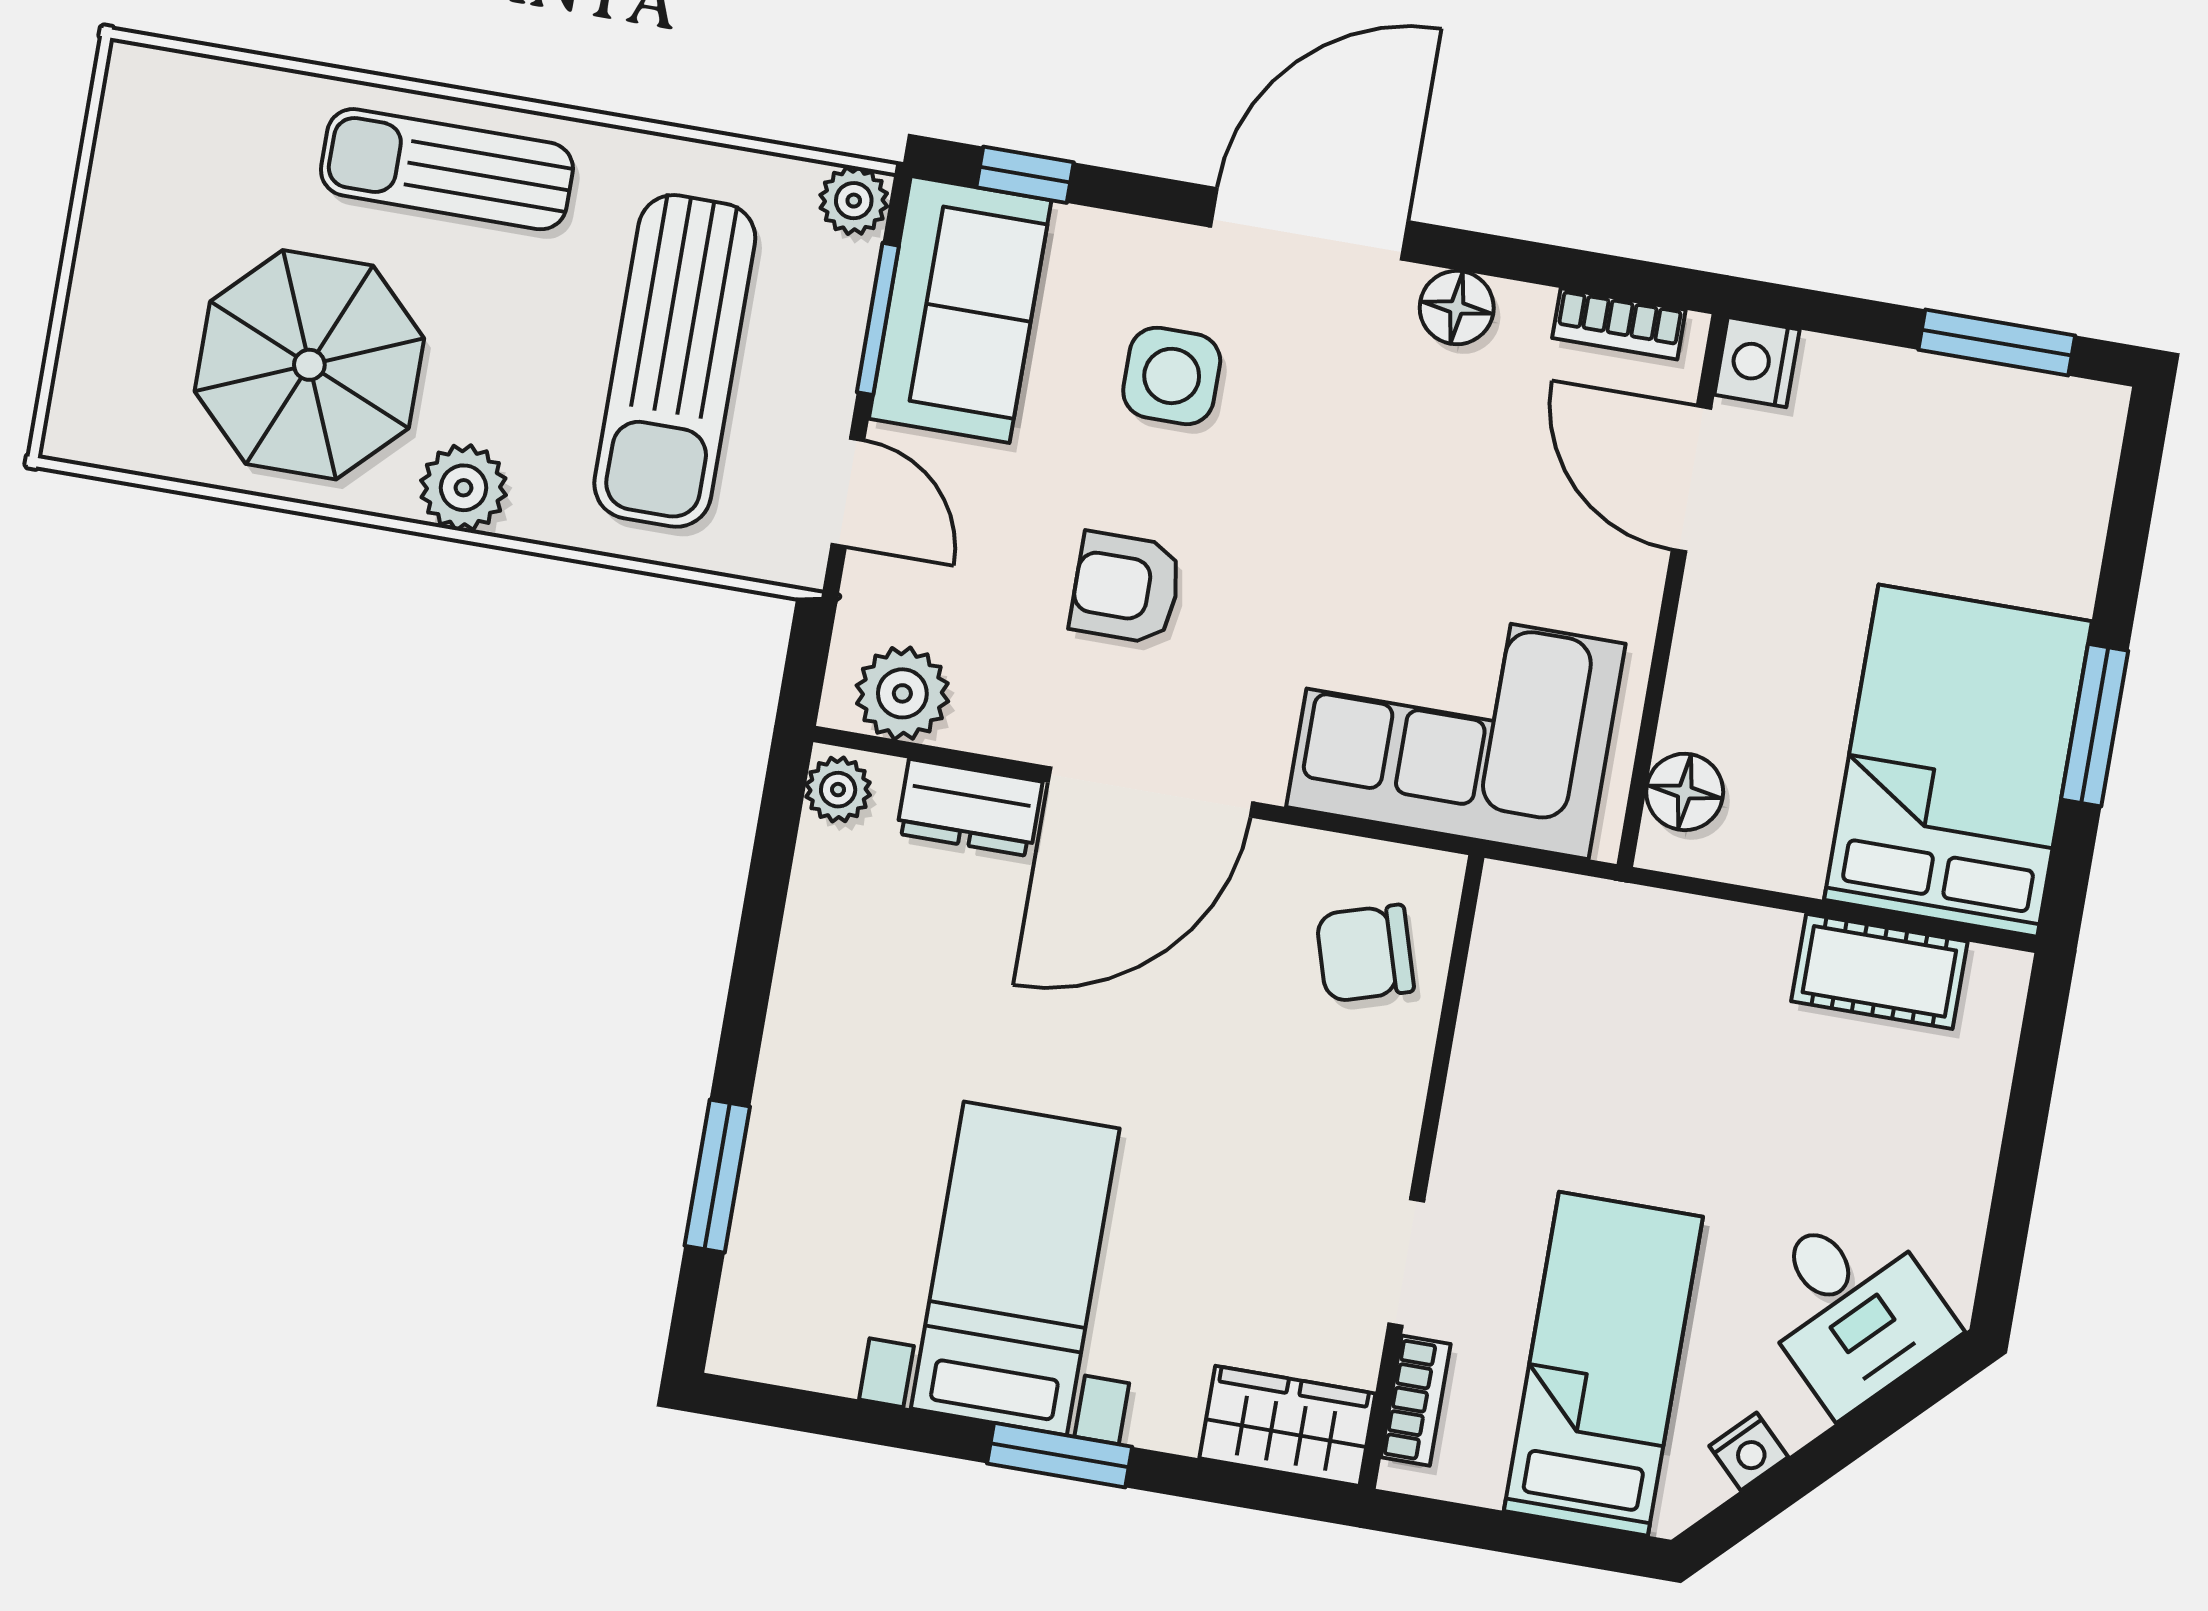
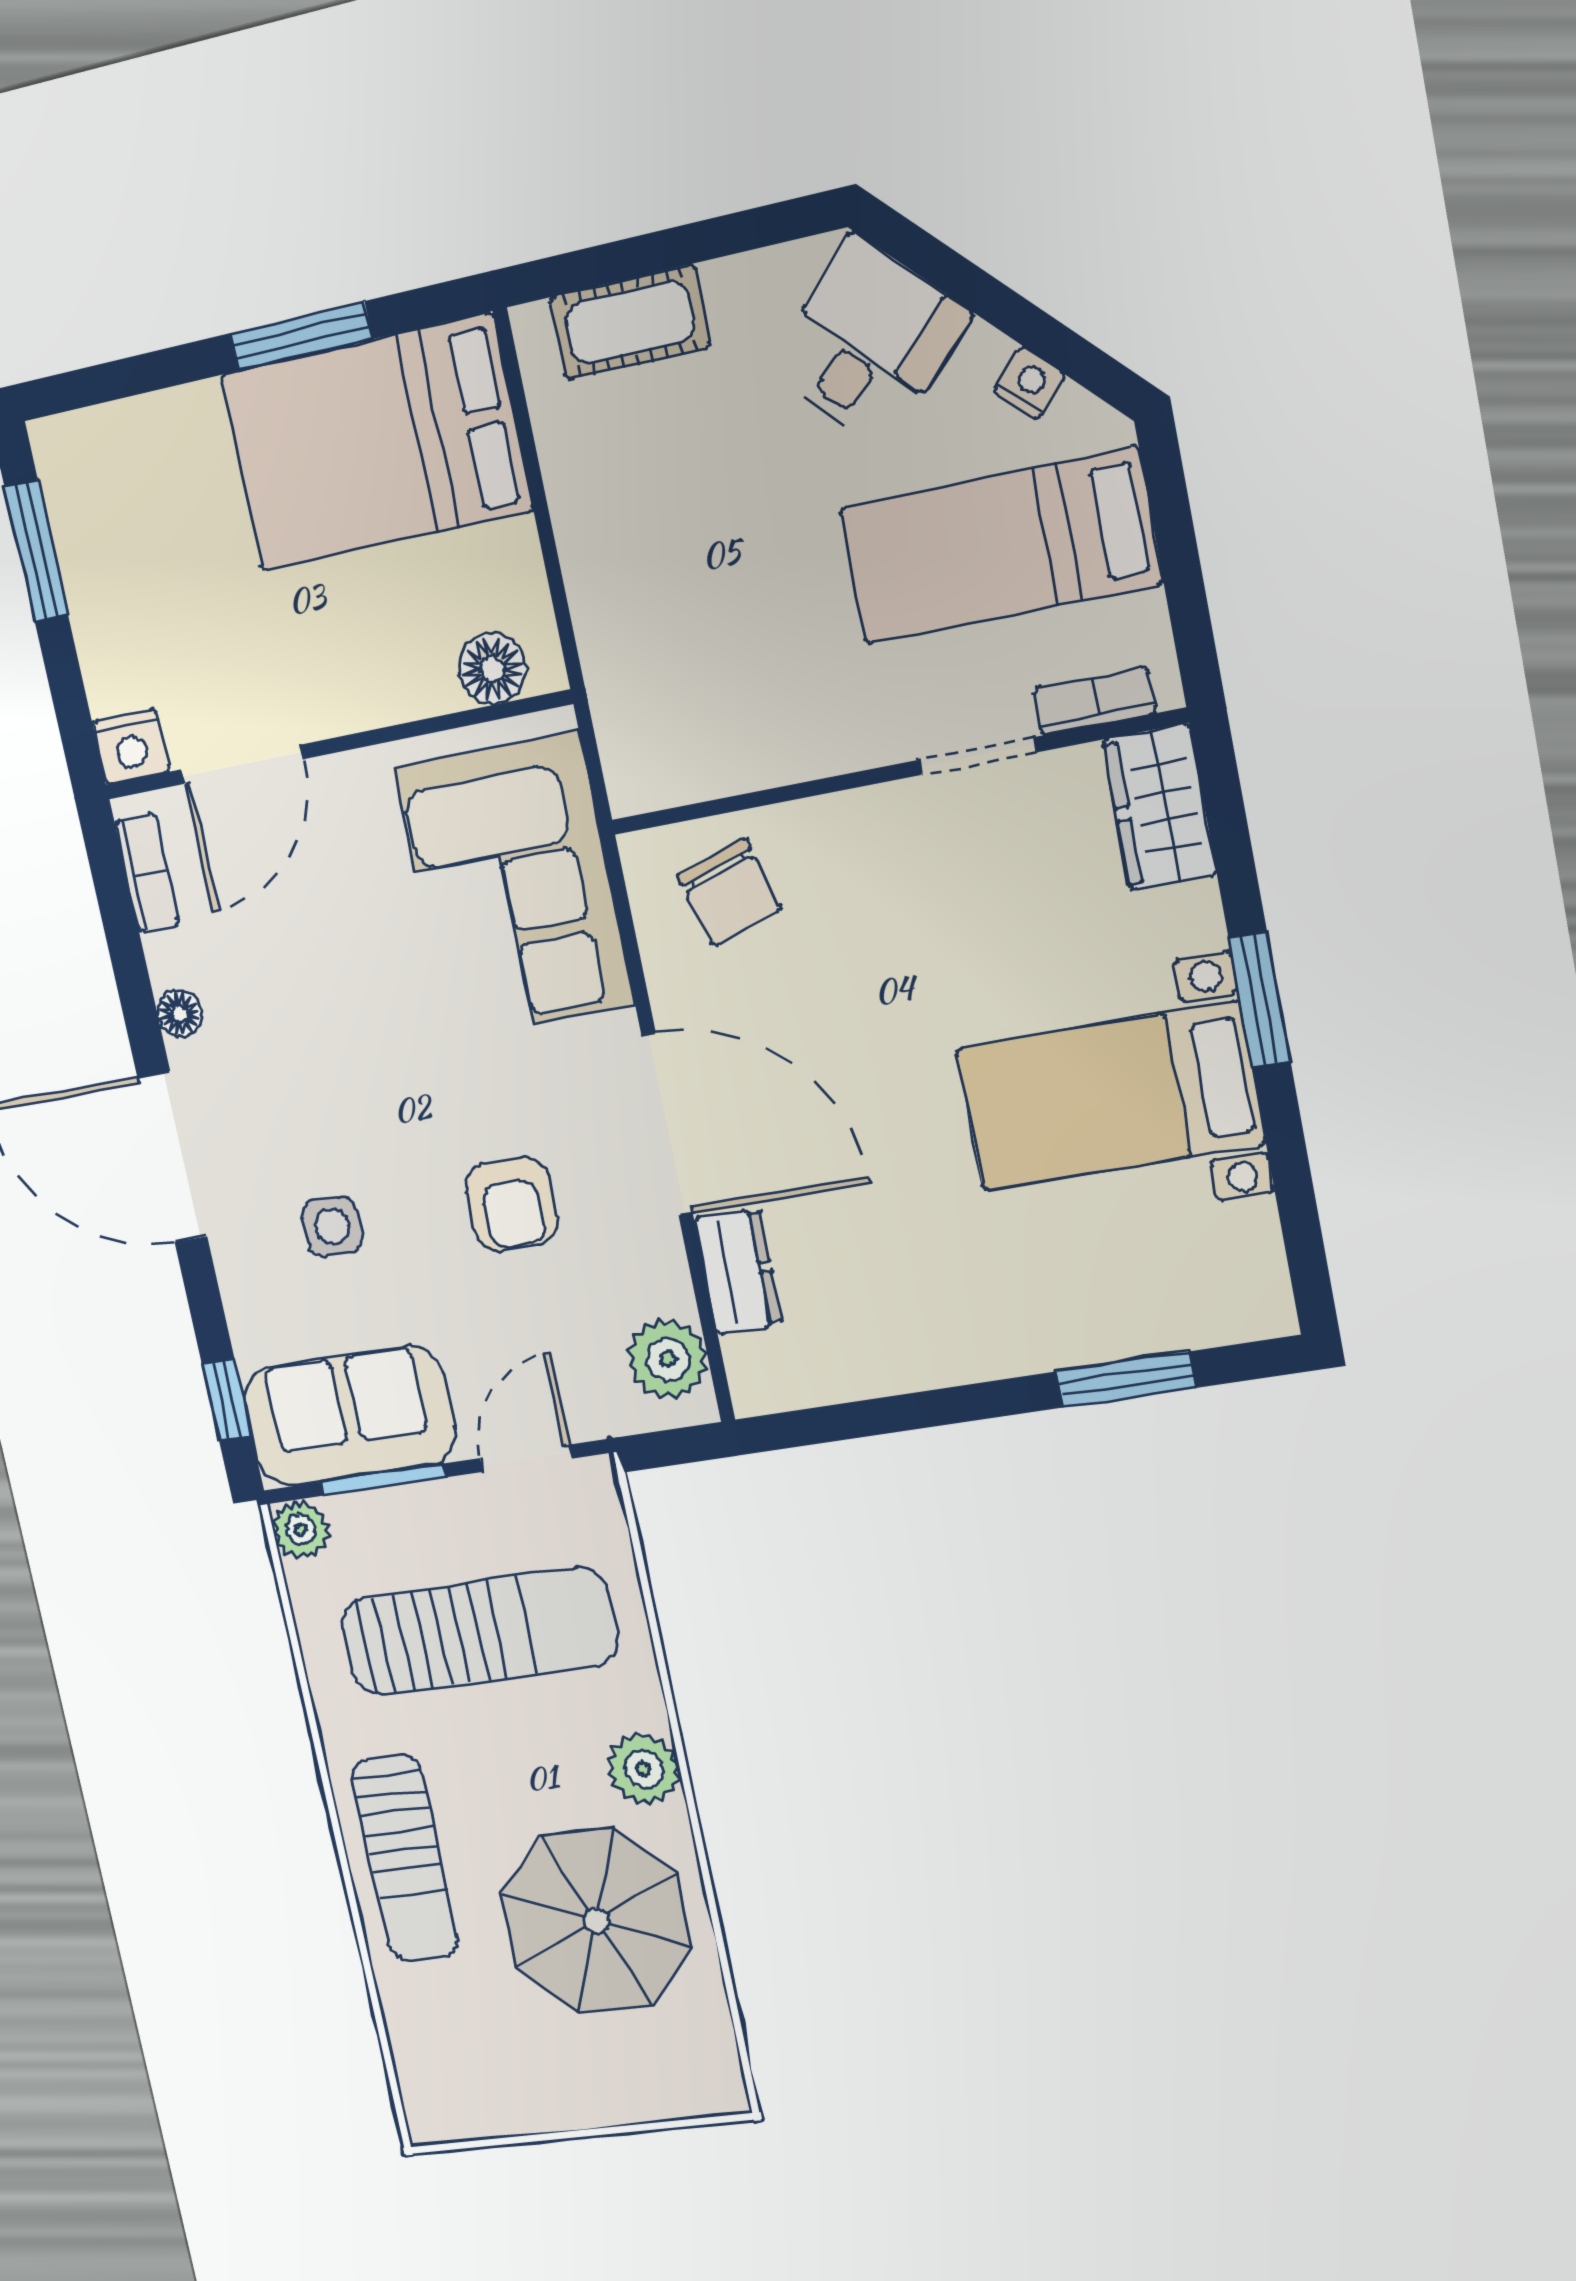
floor lamp: (1457, 308) -> (180, 1014), width x0.73, depth x0.73
side table: (1172, 376) -> (332, 1226), width x0.73, depth x0.73
plant: (838, 790) -> (766, 1386), removed
cot: (1879, 971) -> (630, 322), moved, turned 90

